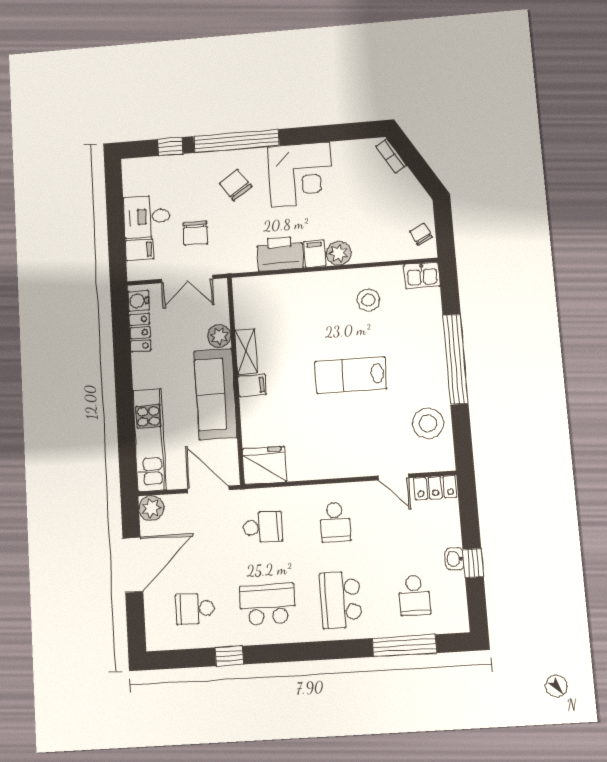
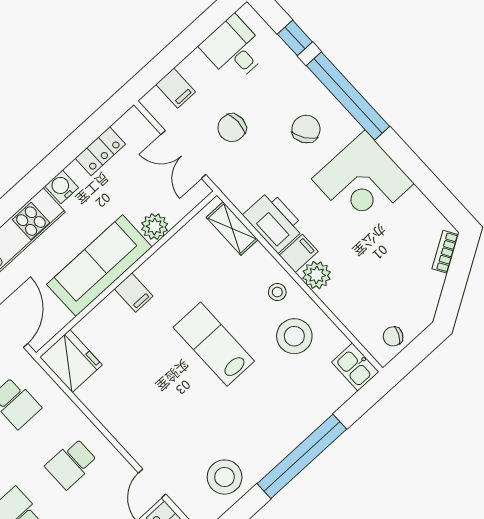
desk: (147, 217) -> (234, 49), moved
chair: (421, 234) -> (393, 336), turned -129
stool: (329, 288) -> (277, 292), added
stool: (368, 300) -> (294, 336), width x1.38, depth x1.38
water cooler: (139, 301) -> (62, 187), moved
shelving: (246, 351) -> (232, 229), moved, turned 90
lab bench: (351, 375) -> (214, 344), moved

